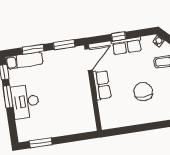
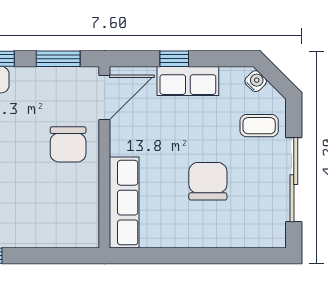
chair: (75, 84) -> (68, 144), added
row of seats: (102, 85) -> (124, 203), moved, width x1.48

